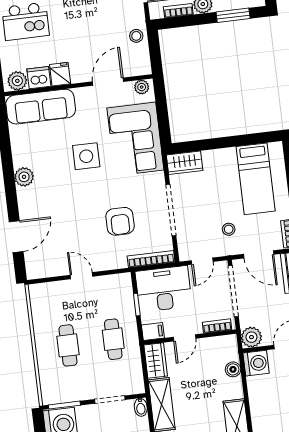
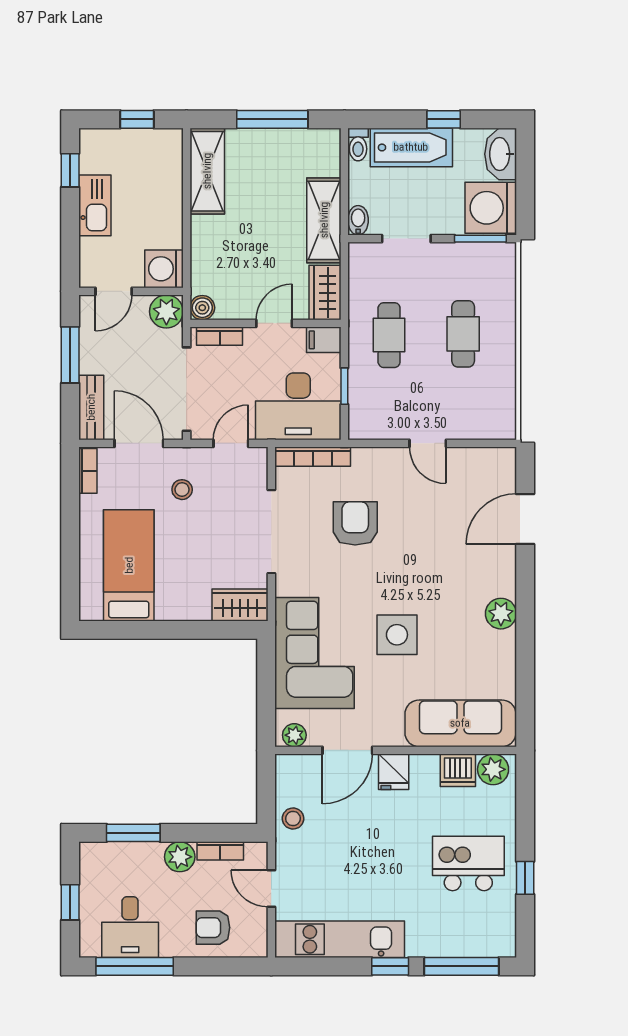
fridge: (60, 74) -> (394, 772), moved
boiler: (233, 369) -> (202, 308), moved

